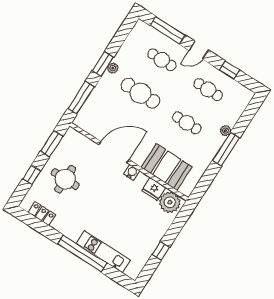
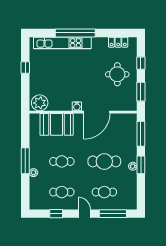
door: (199, 50) -> (84, 214), hinge flipped
fridge: (154, 189) -> (56, 105), removed
kitchen unit: (103, 252) -> (62, 43), width x1.36

